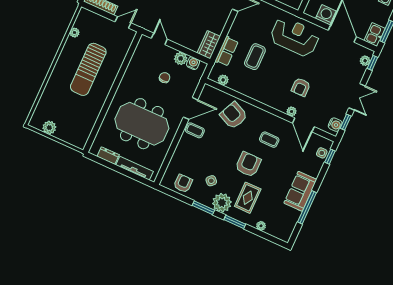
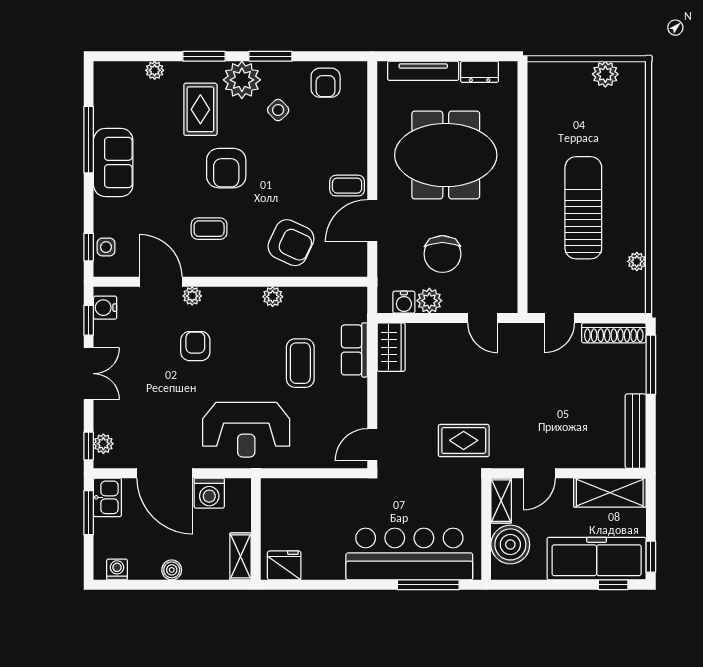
chair: (165, 78) -> (442, 254), width x1.87, depth x1.87
plant: (223, 80) -> (273, 297), moved
double door: (357, 97) -> (89, 374), swing flipped

